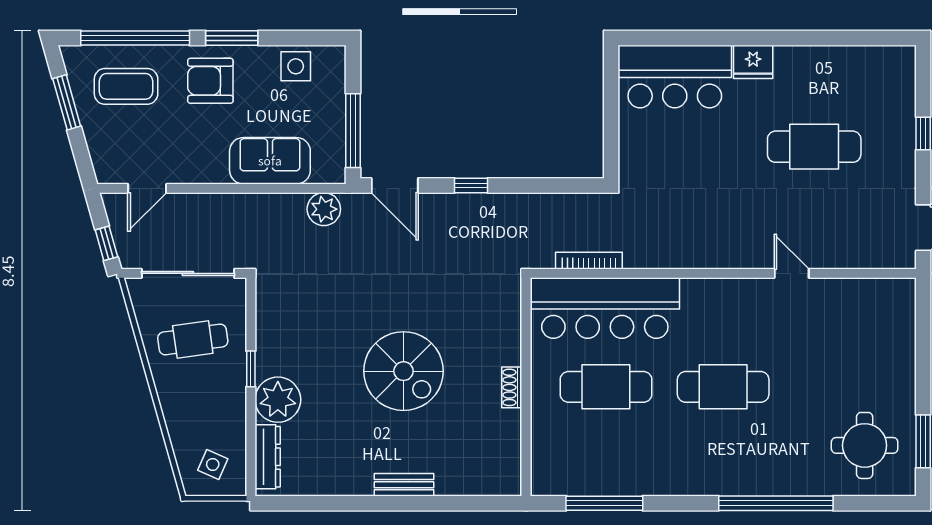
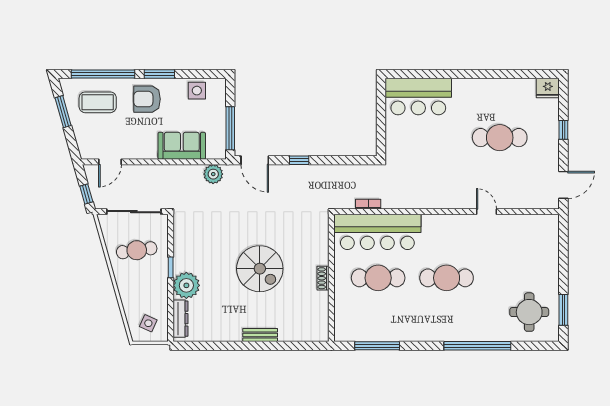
fridge: (753, 62) -> (548, 88), moved
bookcase: (589, 261) -> (368, 204), width x0.64

